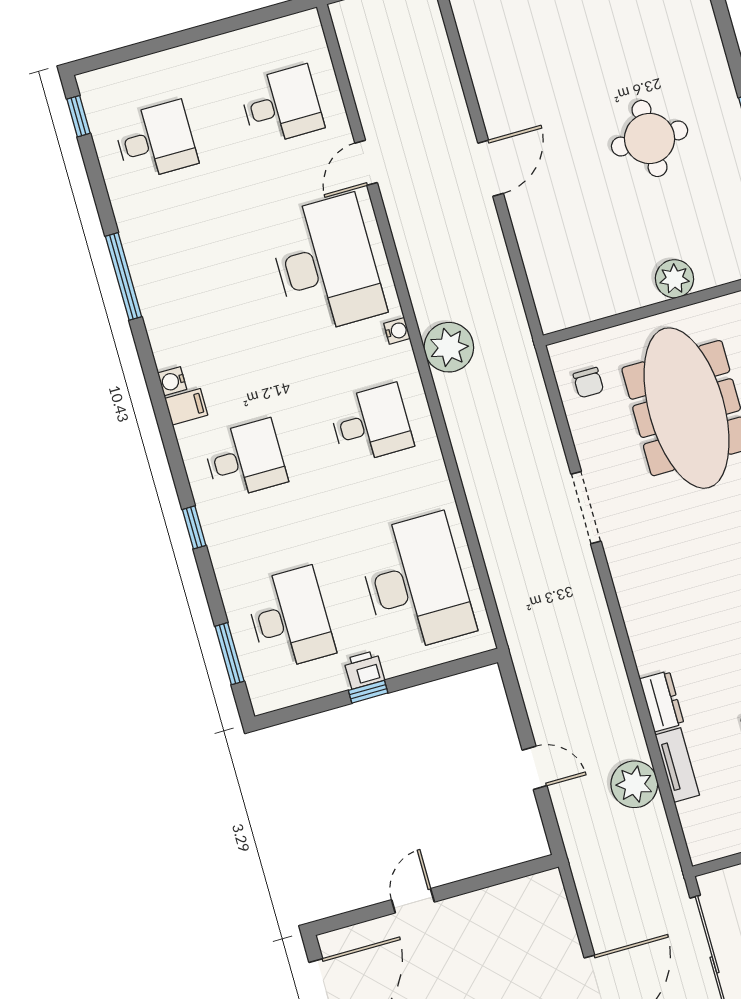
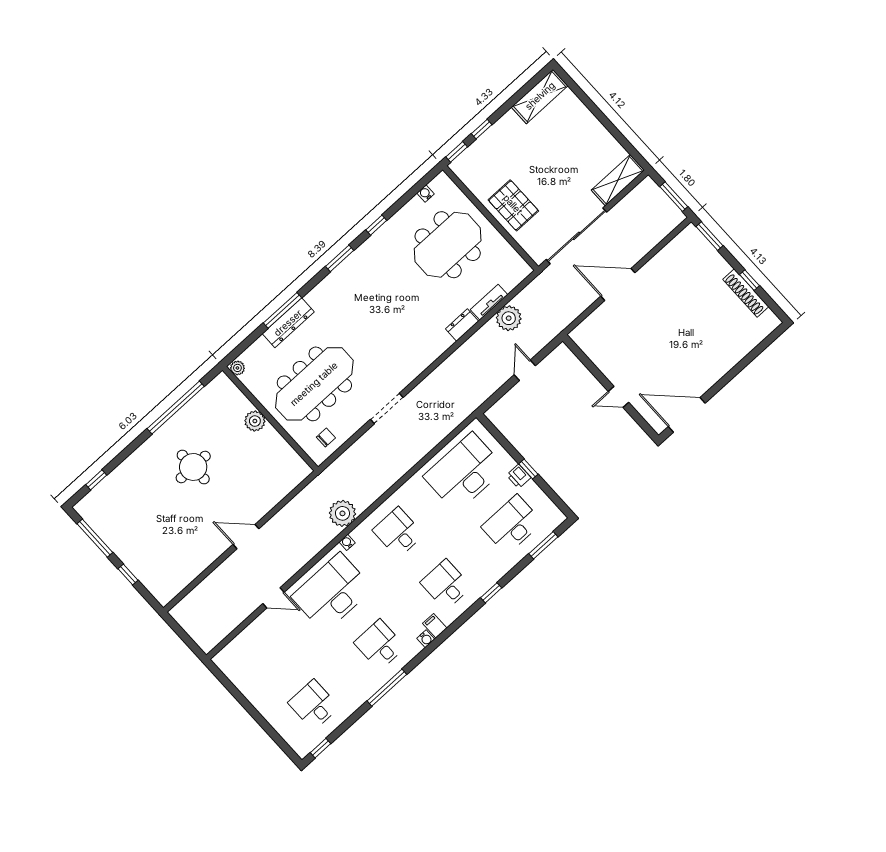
desk: (282, 105) -> (380, 645), moved

